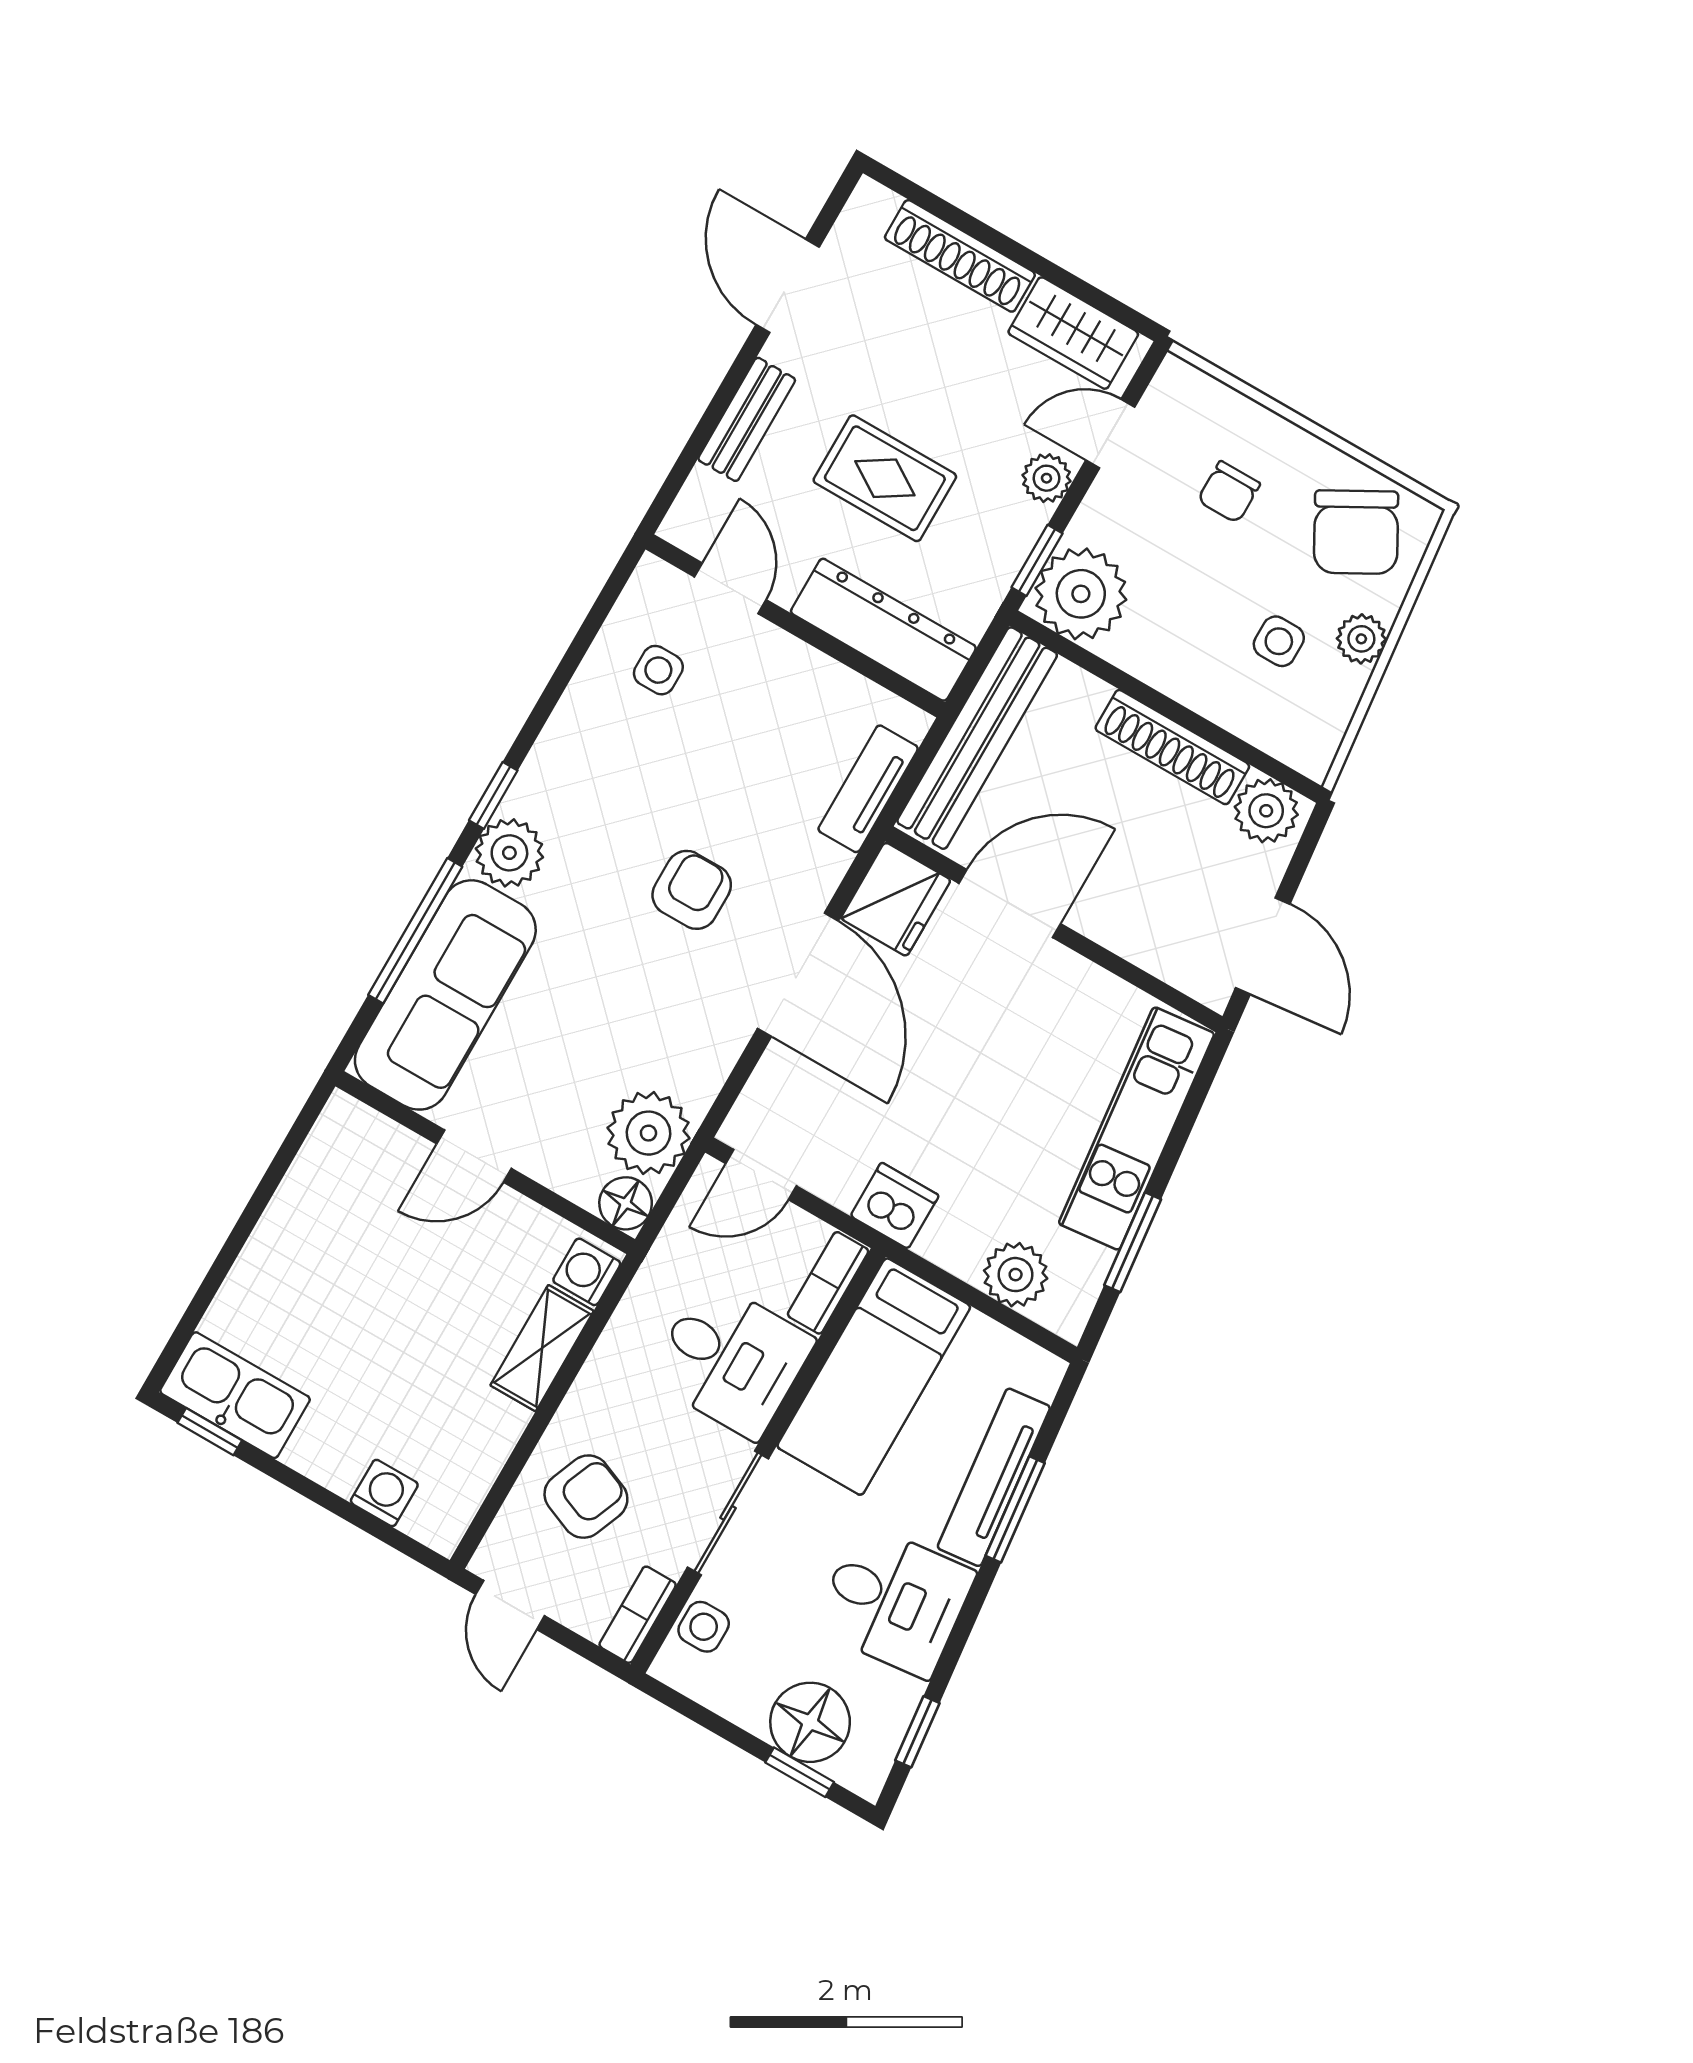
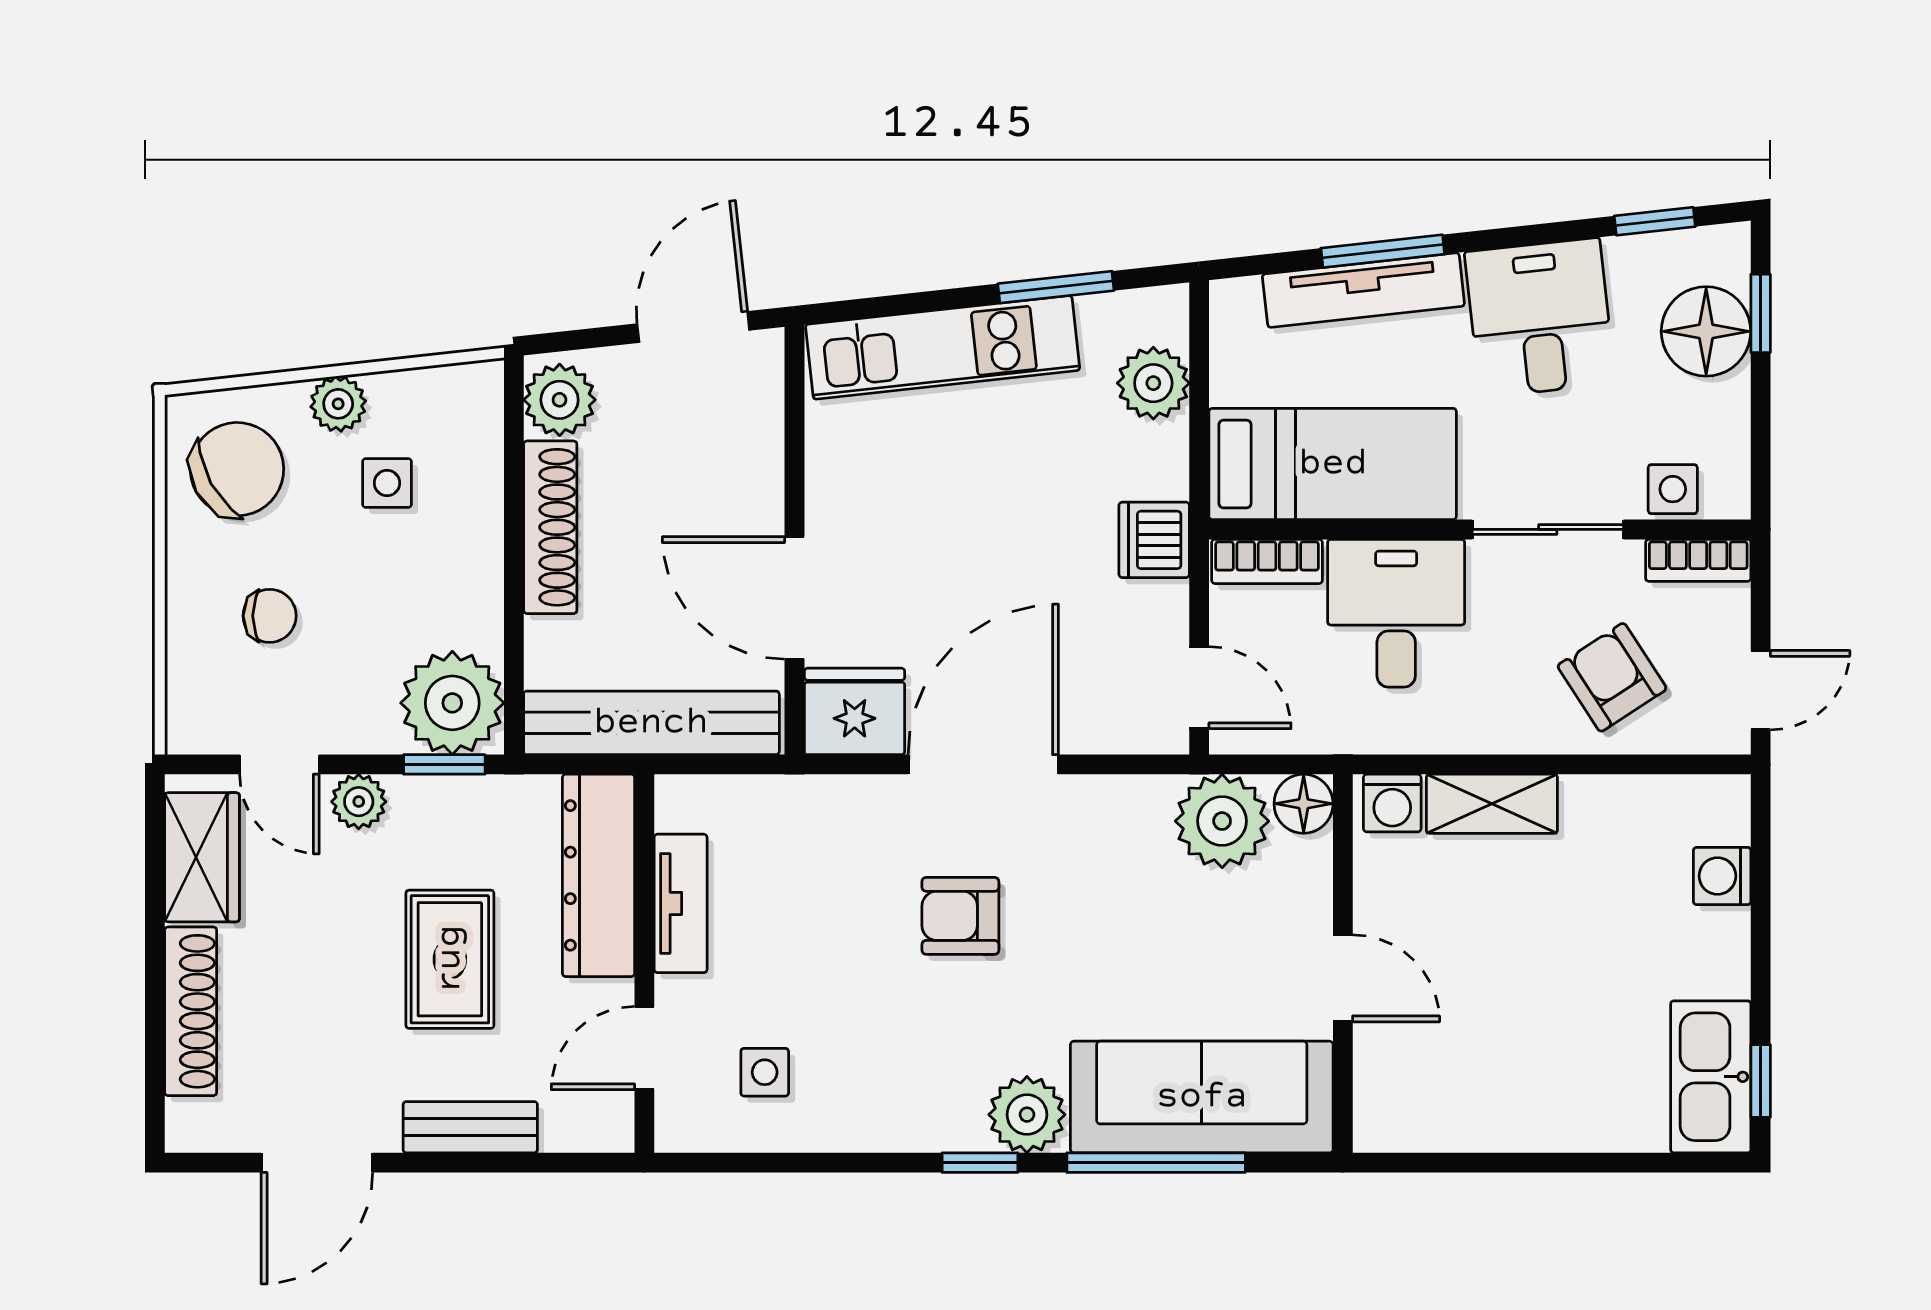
tv unit: (868, 789) -> (681, 903), moved, turned -90
armchair: (586, 1497) -> (1612, 677), turned 35

